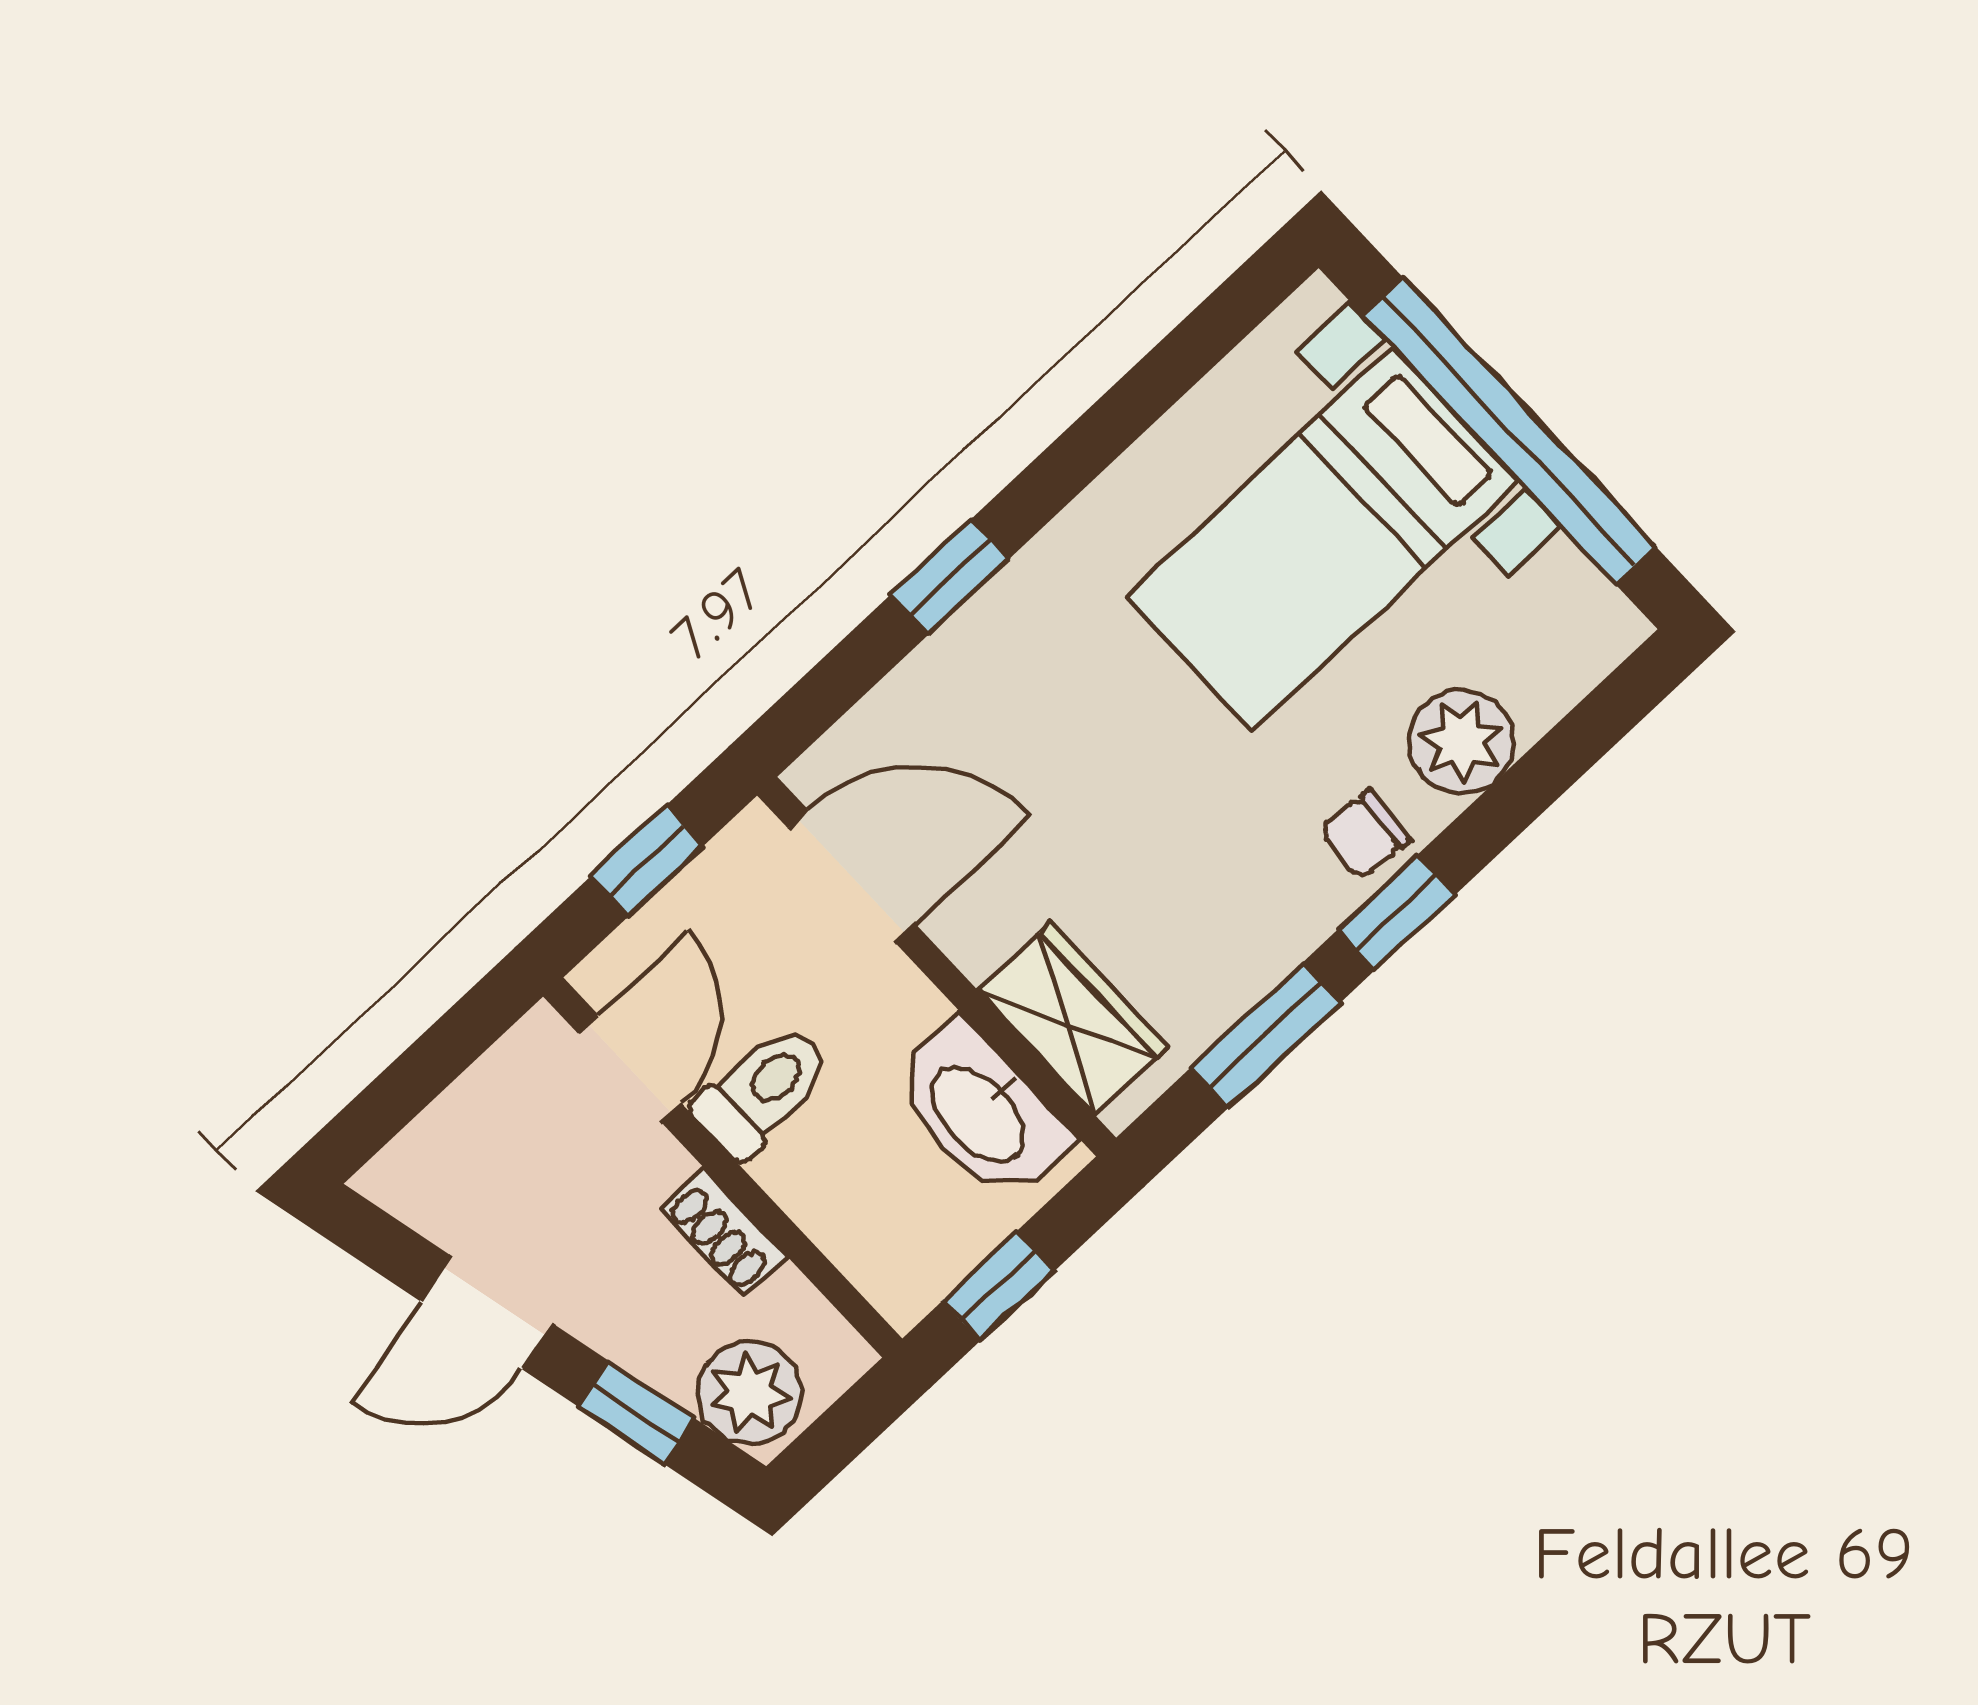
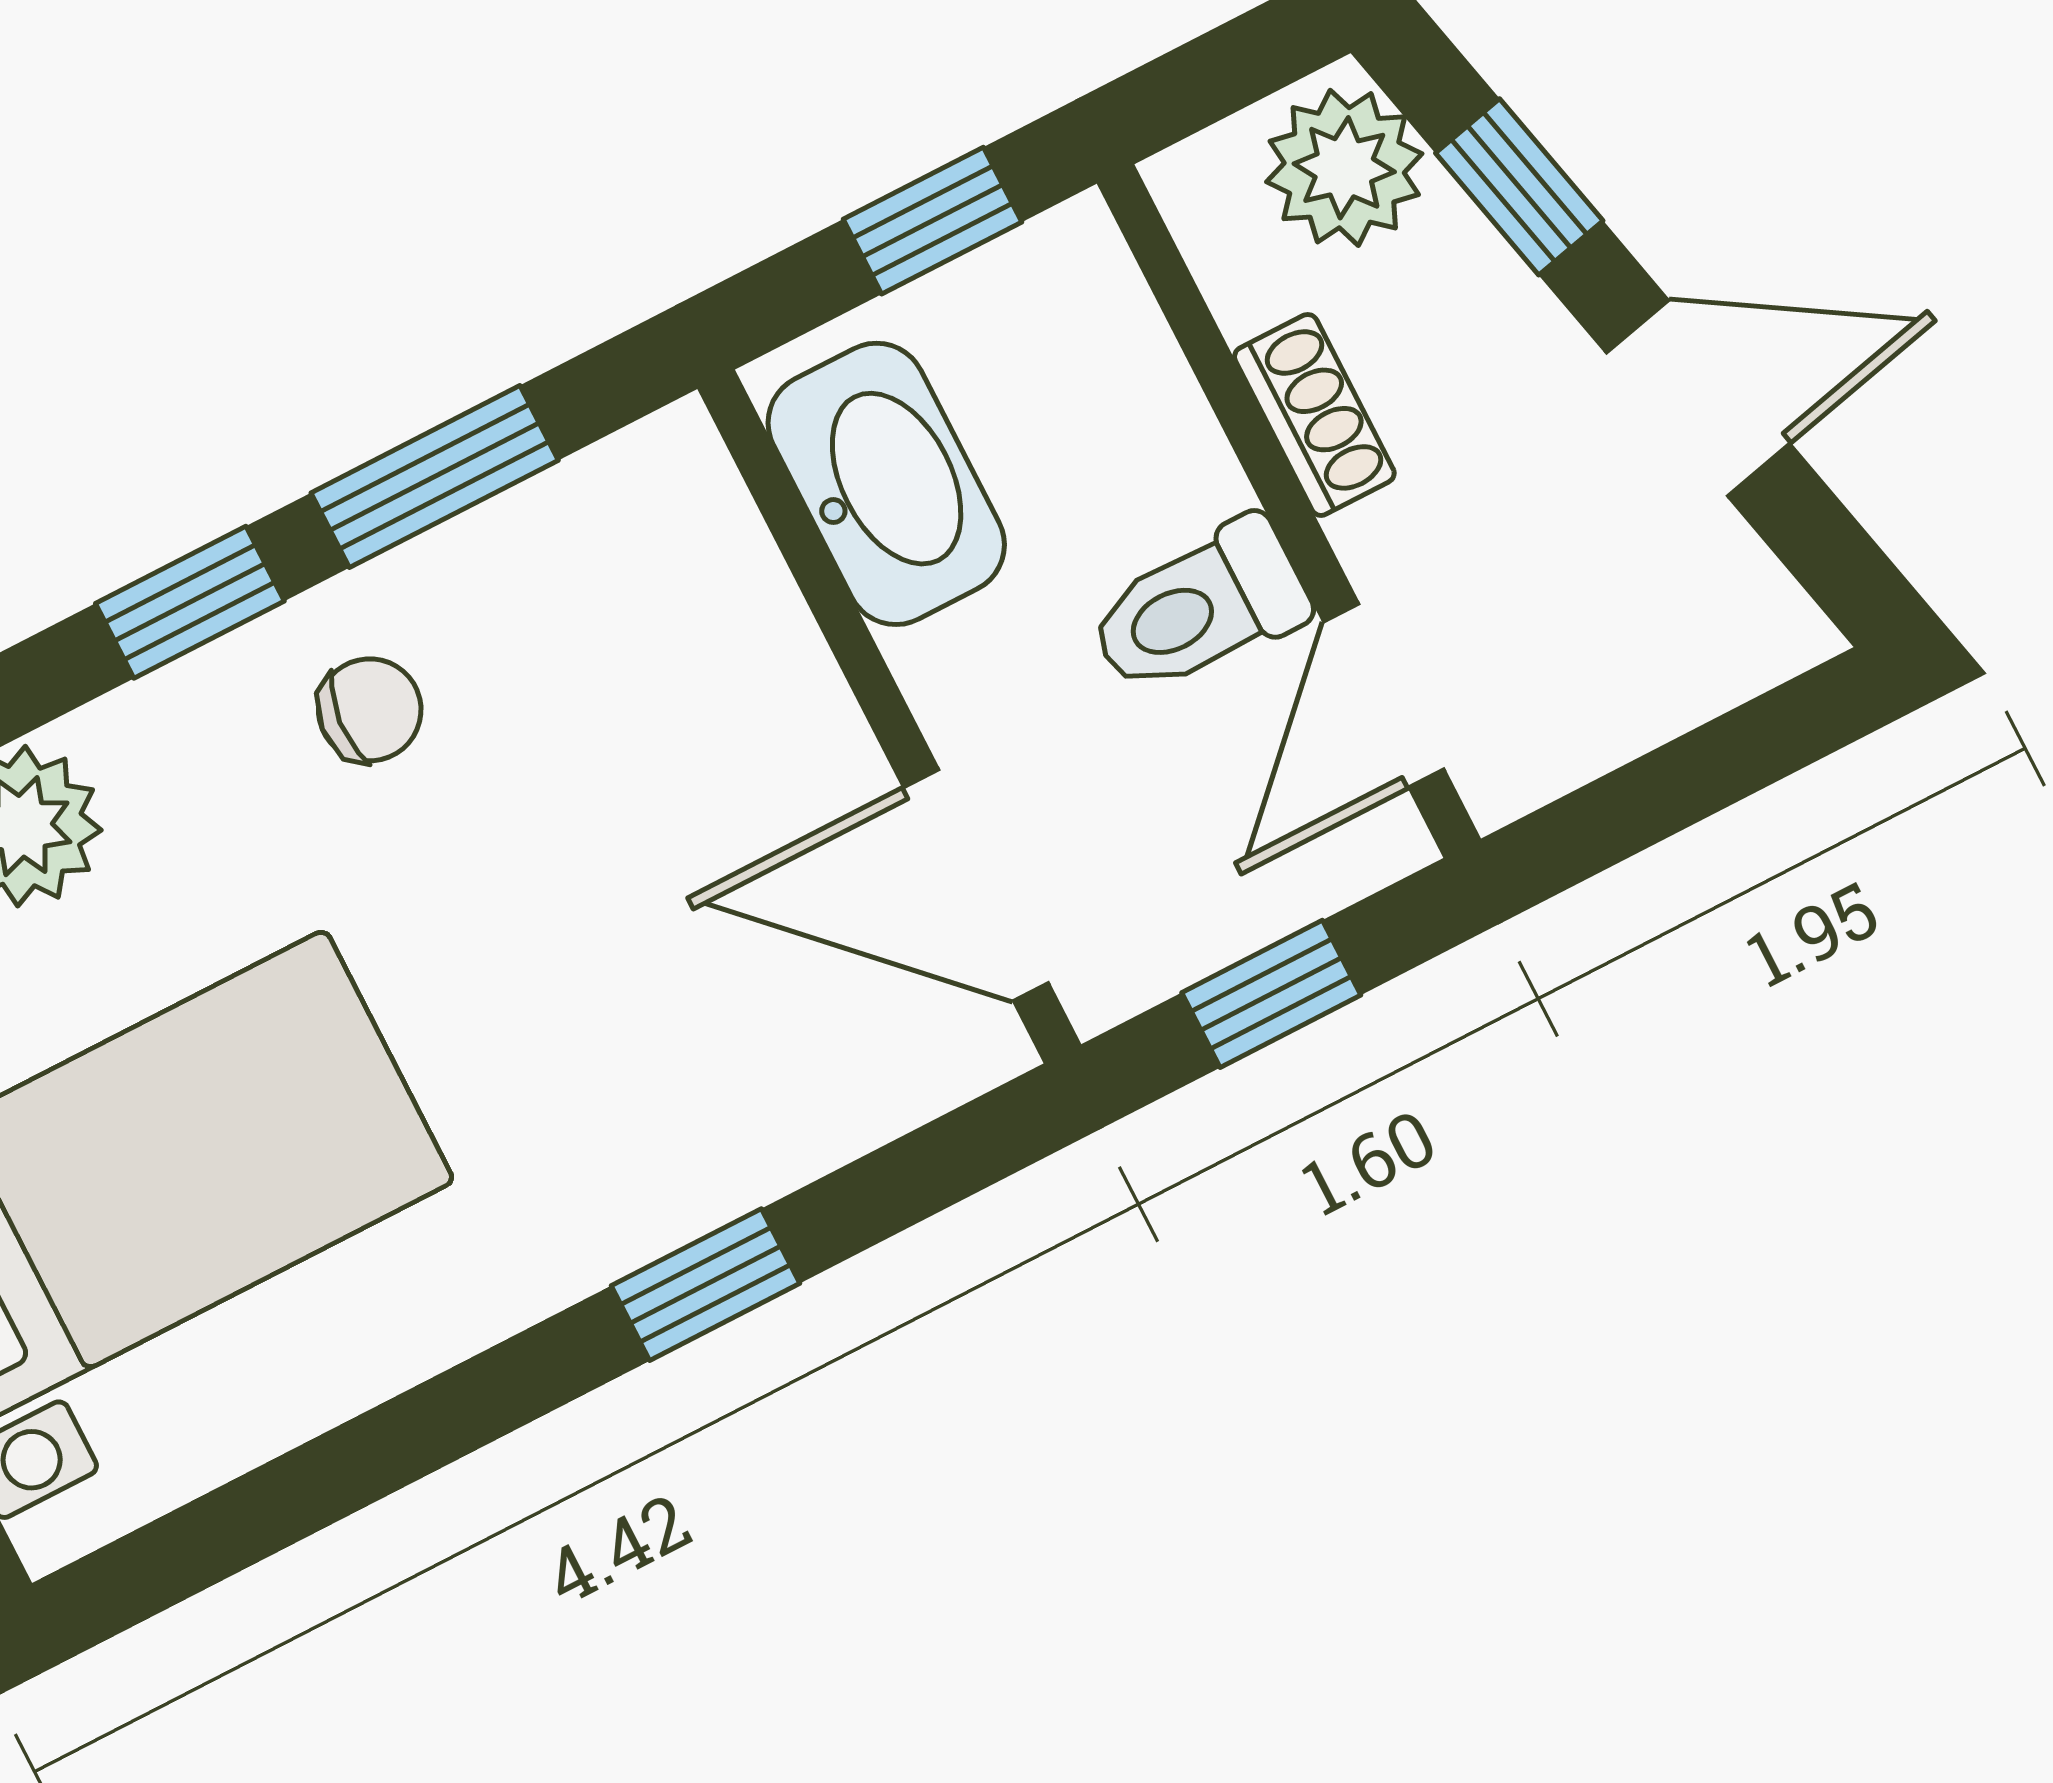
chair: (1365, 834) -> (370, 710), moved
wardrobe: (1073, 1019) -> (710, 582), removed

